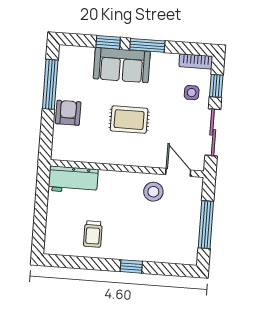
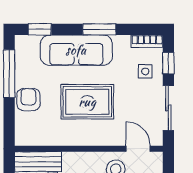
window: (108, 42) -> (40, 29), moved
sofa: (122, 65) -> (76, 50), width x1.36
rug: (129, 120) -> (87, 102), width x1.36, depth x1.43

